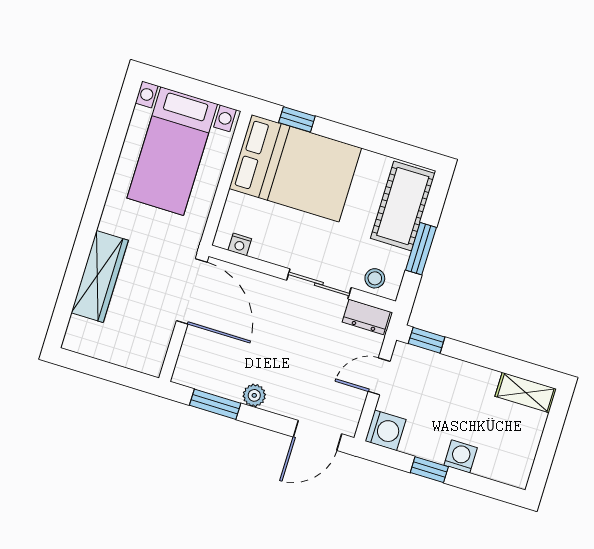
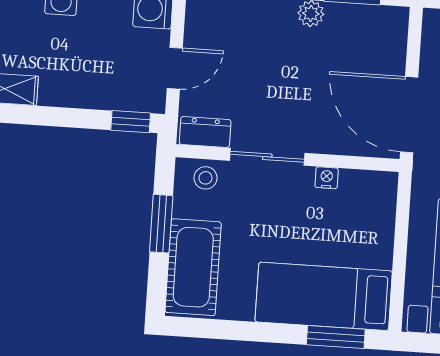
window: (297, 119) -> (336, 337), width x1.50
bed: (295, 168) -> (324, 296), width x0.67
nightstand: (240, 244) -> (327, 178), moved

